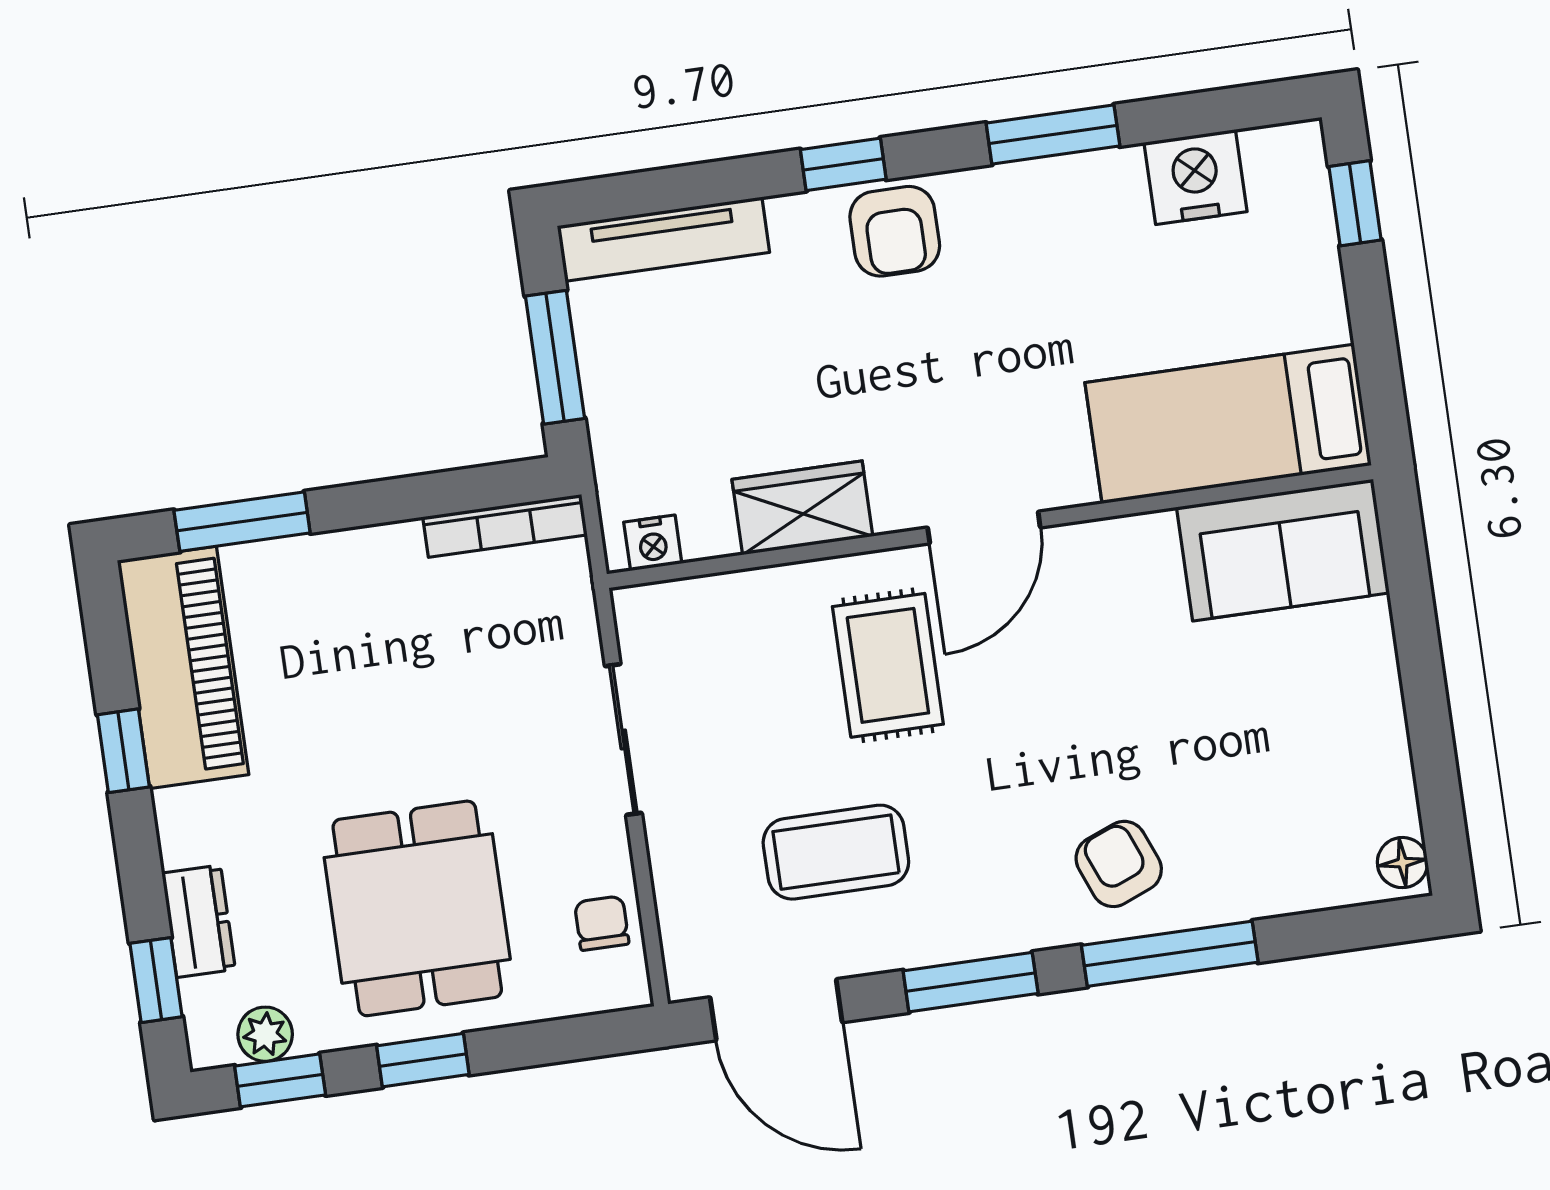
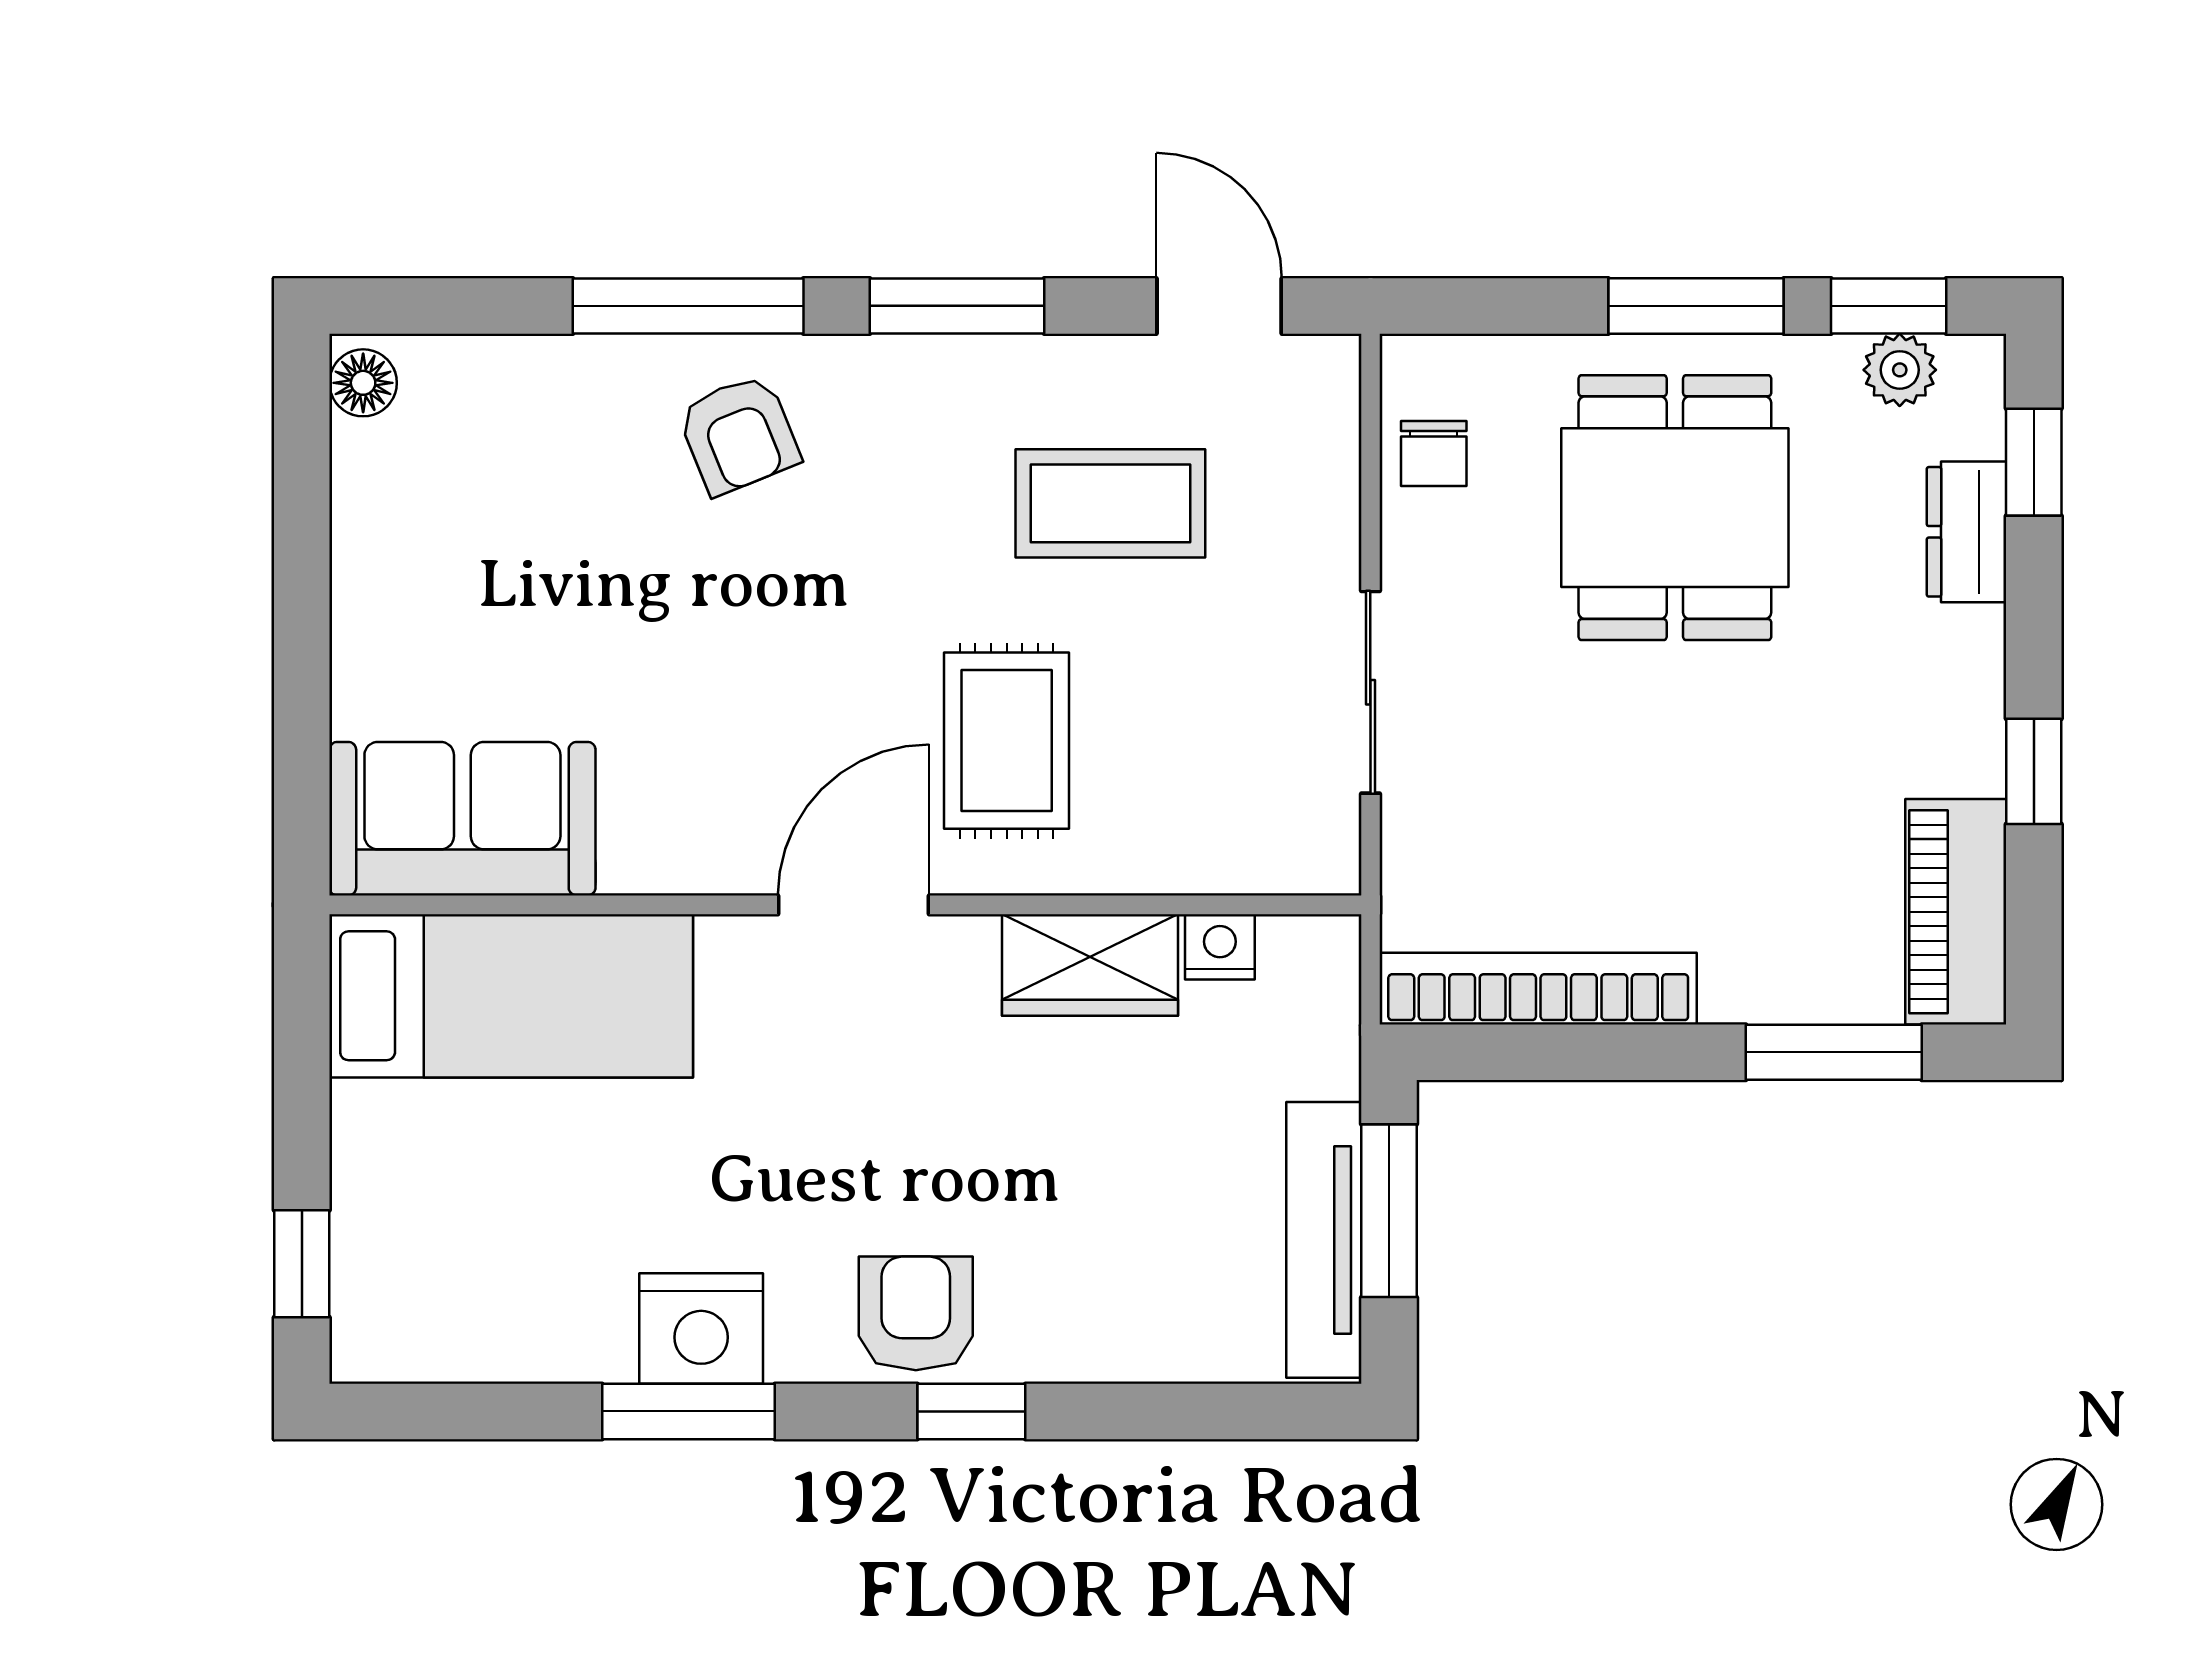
nightstand: (1196, 177) -> (701, 1328), moved
tv unit: (663, 239) -> (1324, 1240), moved, turned -90
bookcase: (505, 526) -> (1538, 989), width x1.48, depth x1.31
nightstand: (653, 543) -> (1220, 947), moved
piano: (183, 667) -> (1956, 912), width x0.73, depth x0.75
door: (776, 1010) -> (1219, 306), width x0.73
window: (423, 1060) -> (1696, 306), width x1.50

